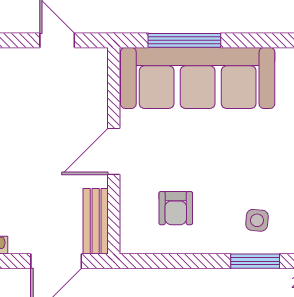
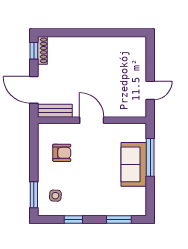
sofa: (198, 78) -> (134, 164), width x0.54, depth x0.79
armchair: (176, 208) -> (62, 153), turned 180

